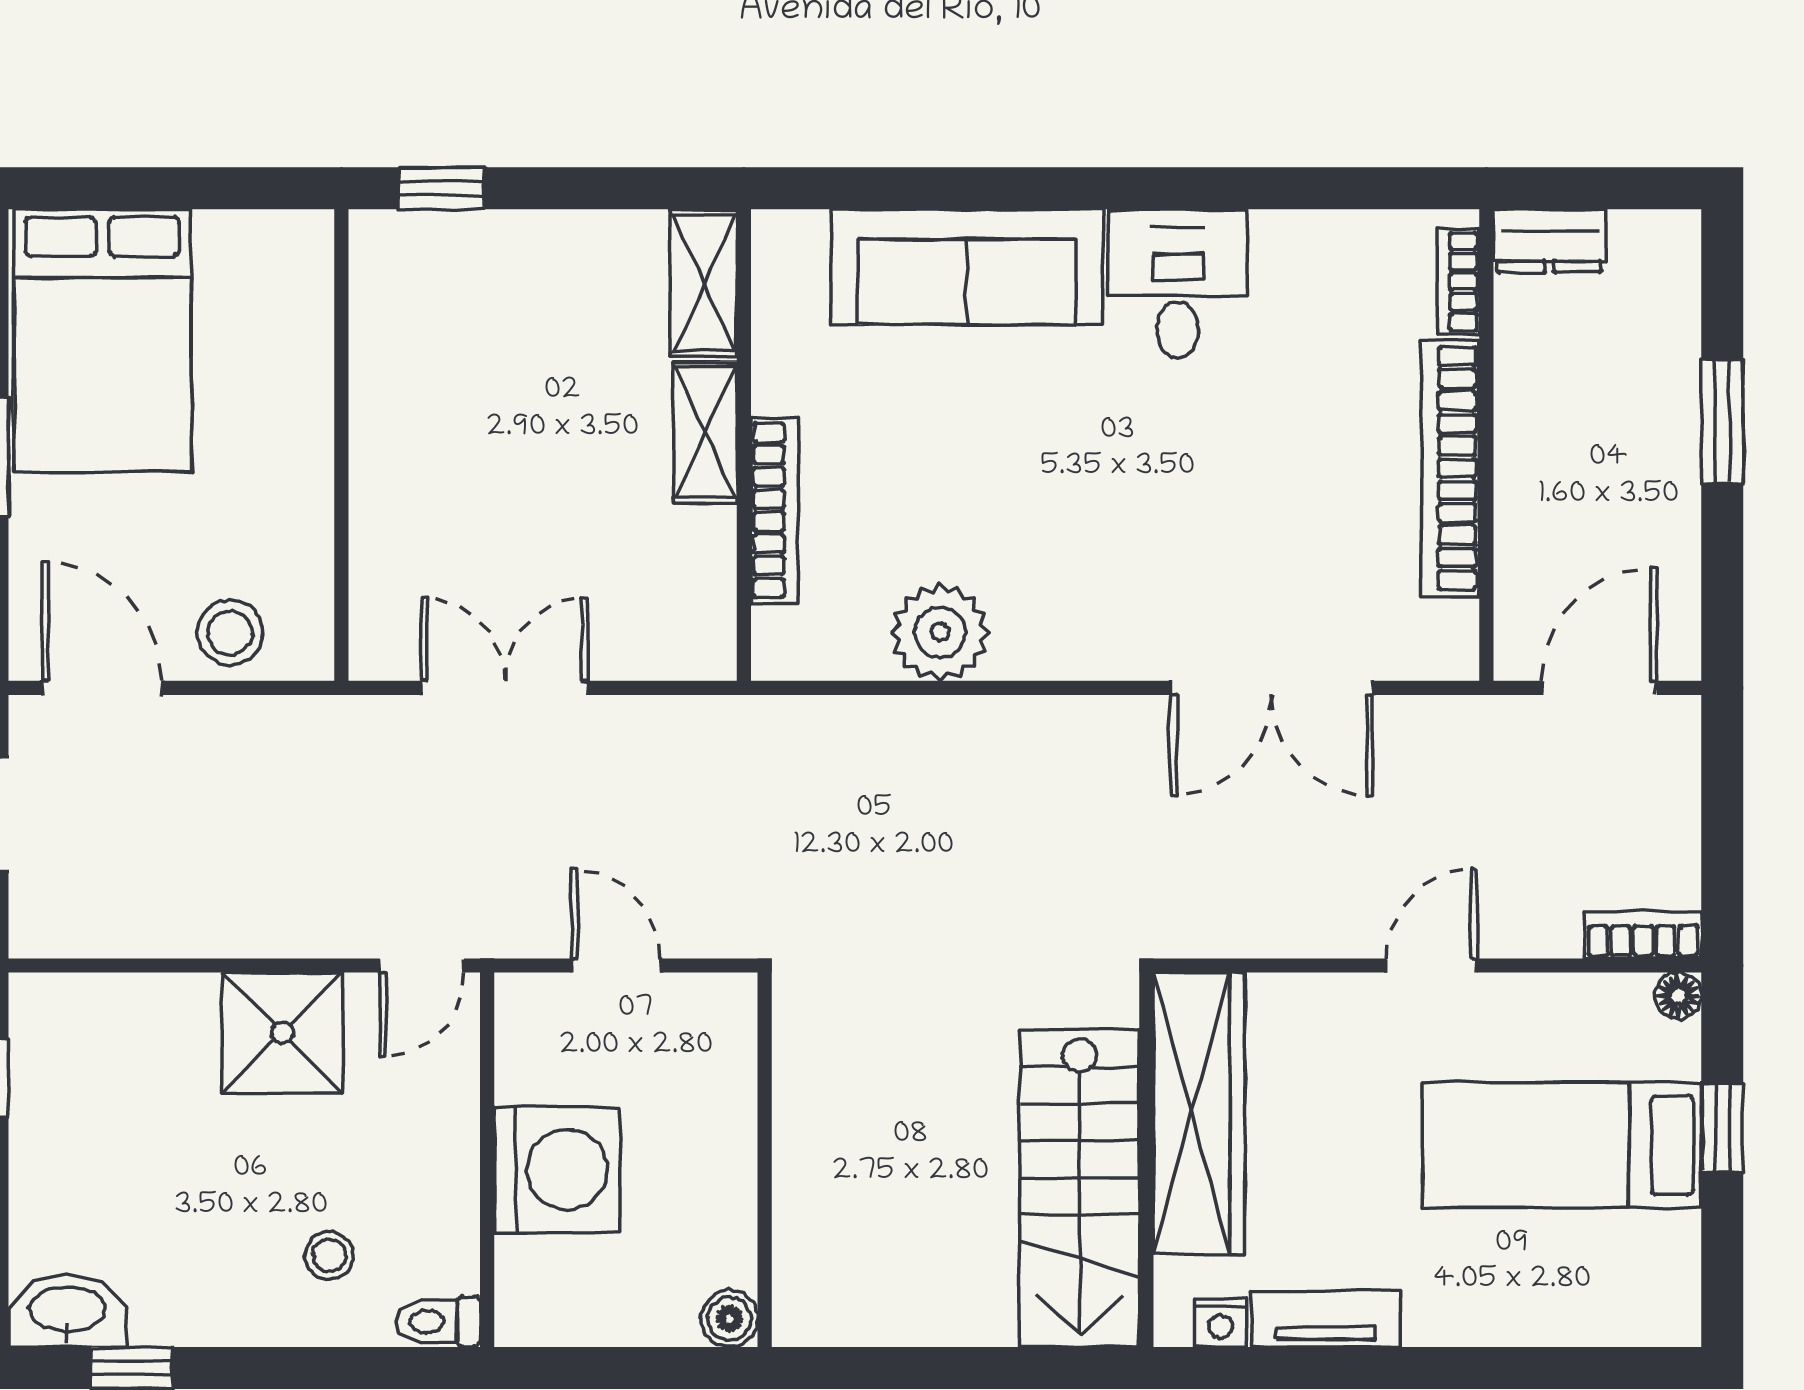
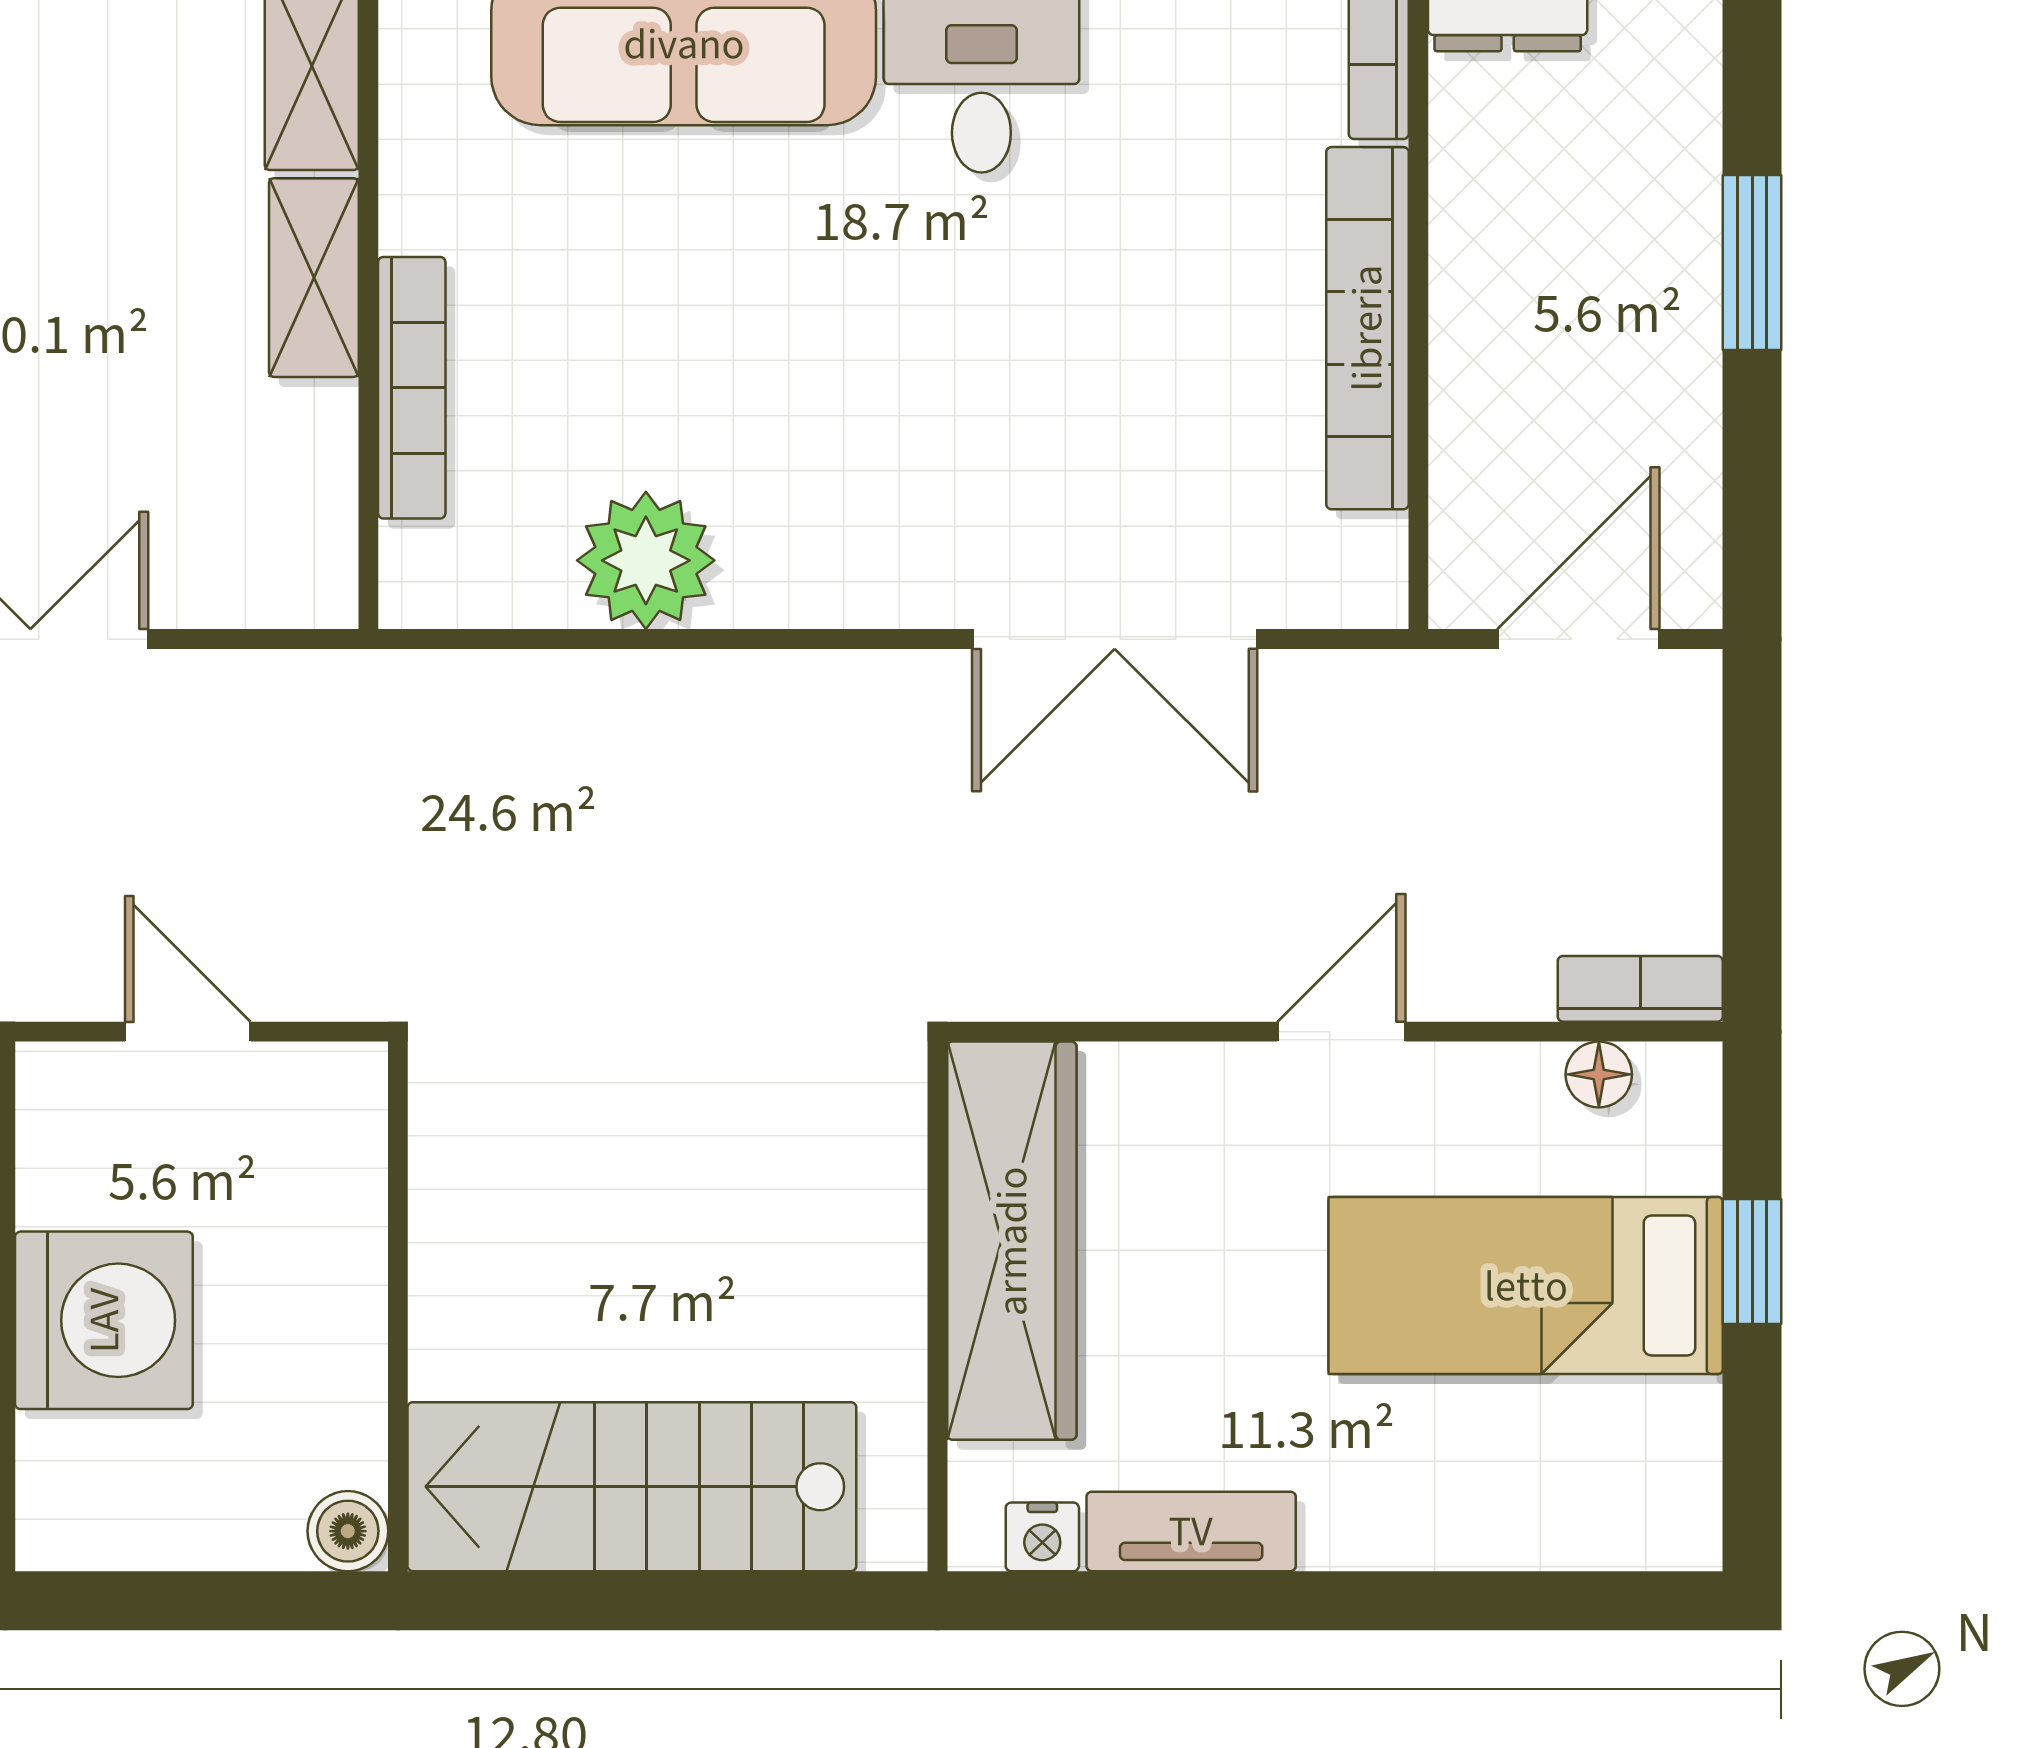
floor lamp: (1678, 996) -> (1599, 1074), moved
stairs: (1080, 1189) -> (632, 1487), moved, turned 90

